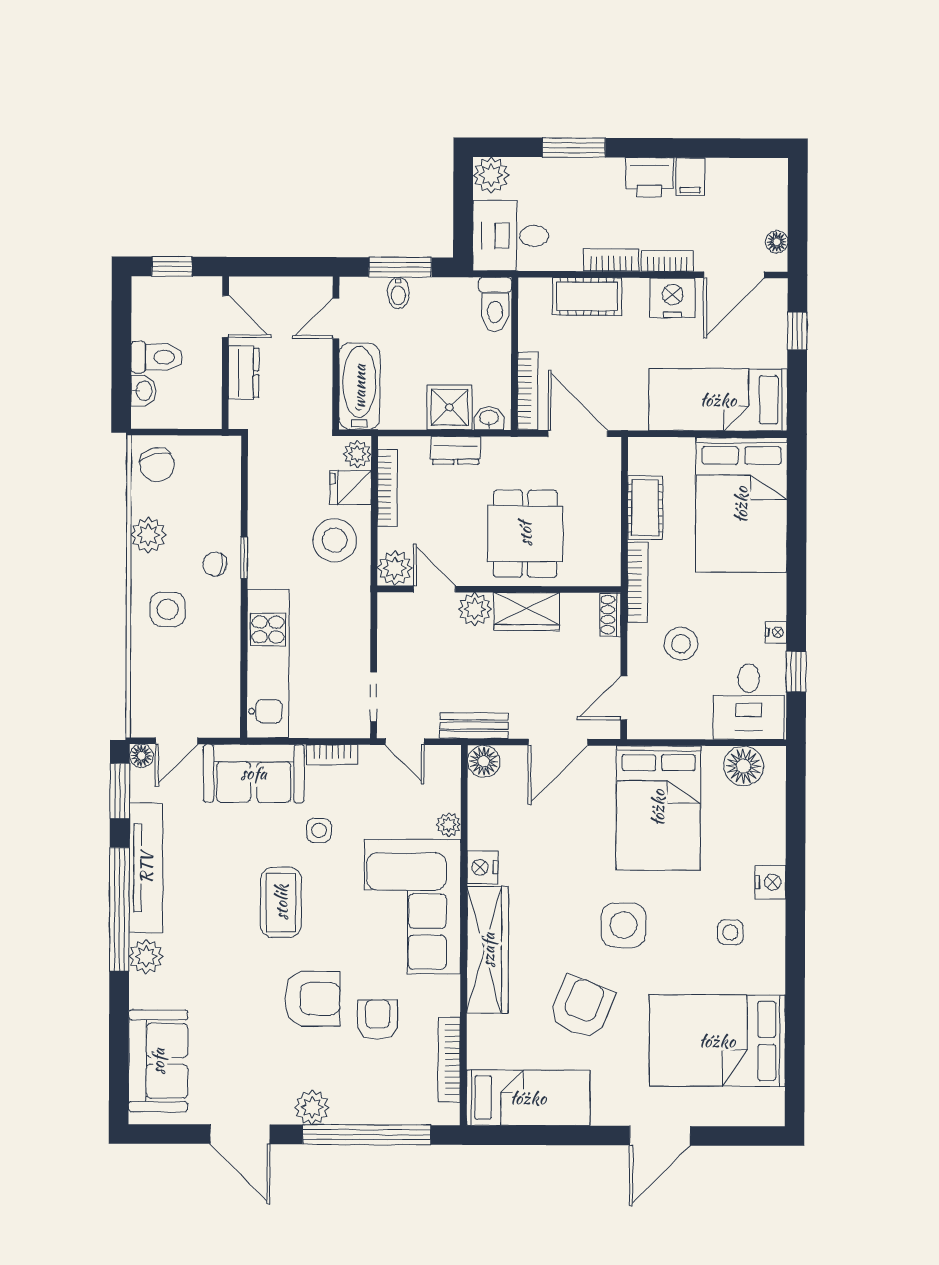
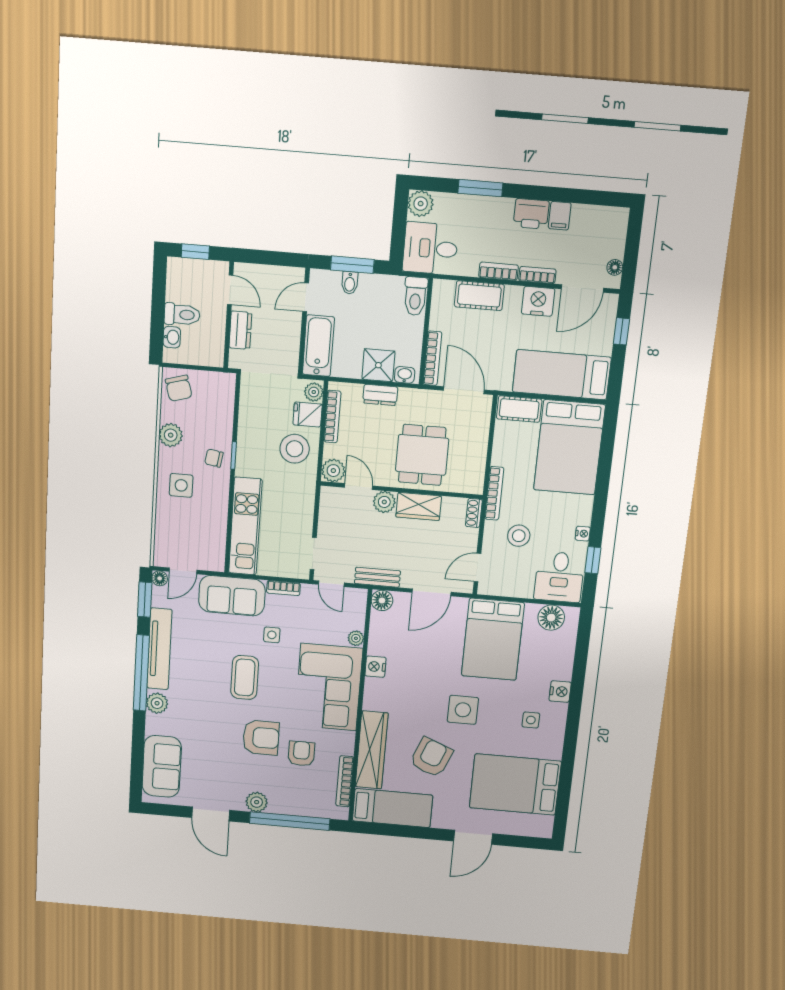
cot: (645, 508) -> (519, 409), moved, turned 90
wardrobe: (488, 950) -> (372, 750), moved

